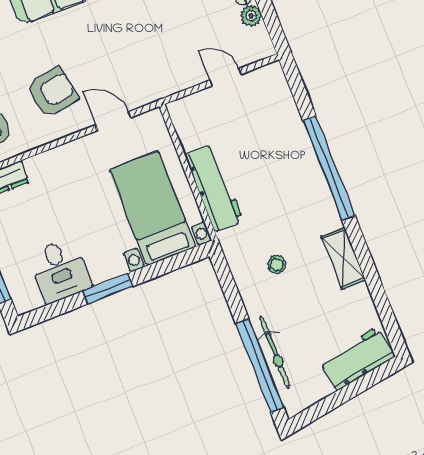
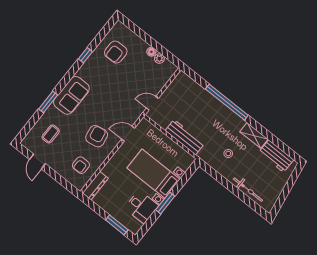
door: (225, 77) -> (152, 103), moved
bed with nightstands: (153, 208) -> (154, 174), moved
workbench: (357, 359) -> (276, 156), moved, turned -81
window: (260, 366) -> (245, 199), removed

